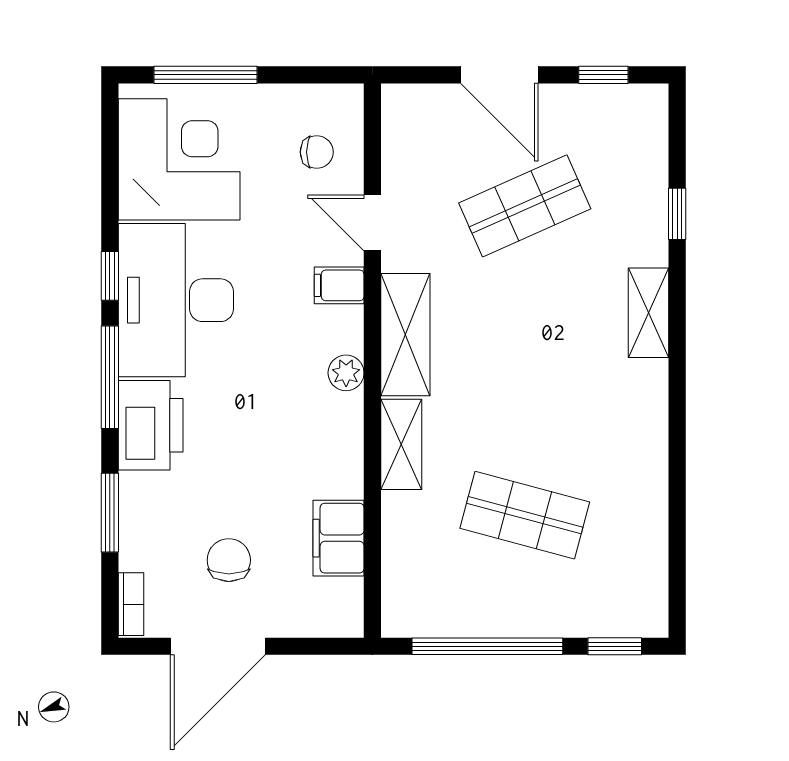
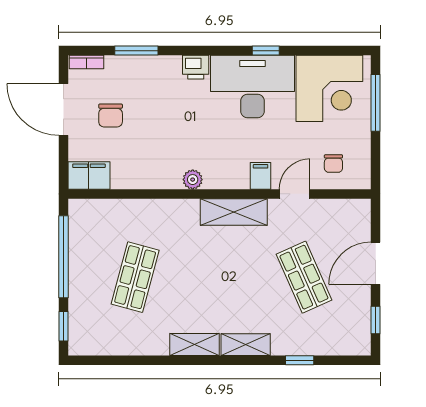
plant: (346, 373) -> (193, 180), moved
window: (110, 377) -> (210, 51), removed
printer: (151, 425) -> (196, 67), width x0.53, depth x0.68
shelving: (401, 444) -> (195, 345), moved
filing cabinet: (339, 538) -> (89, 175), moved
chair: (229, 560) -> (111, 115), turned 90

